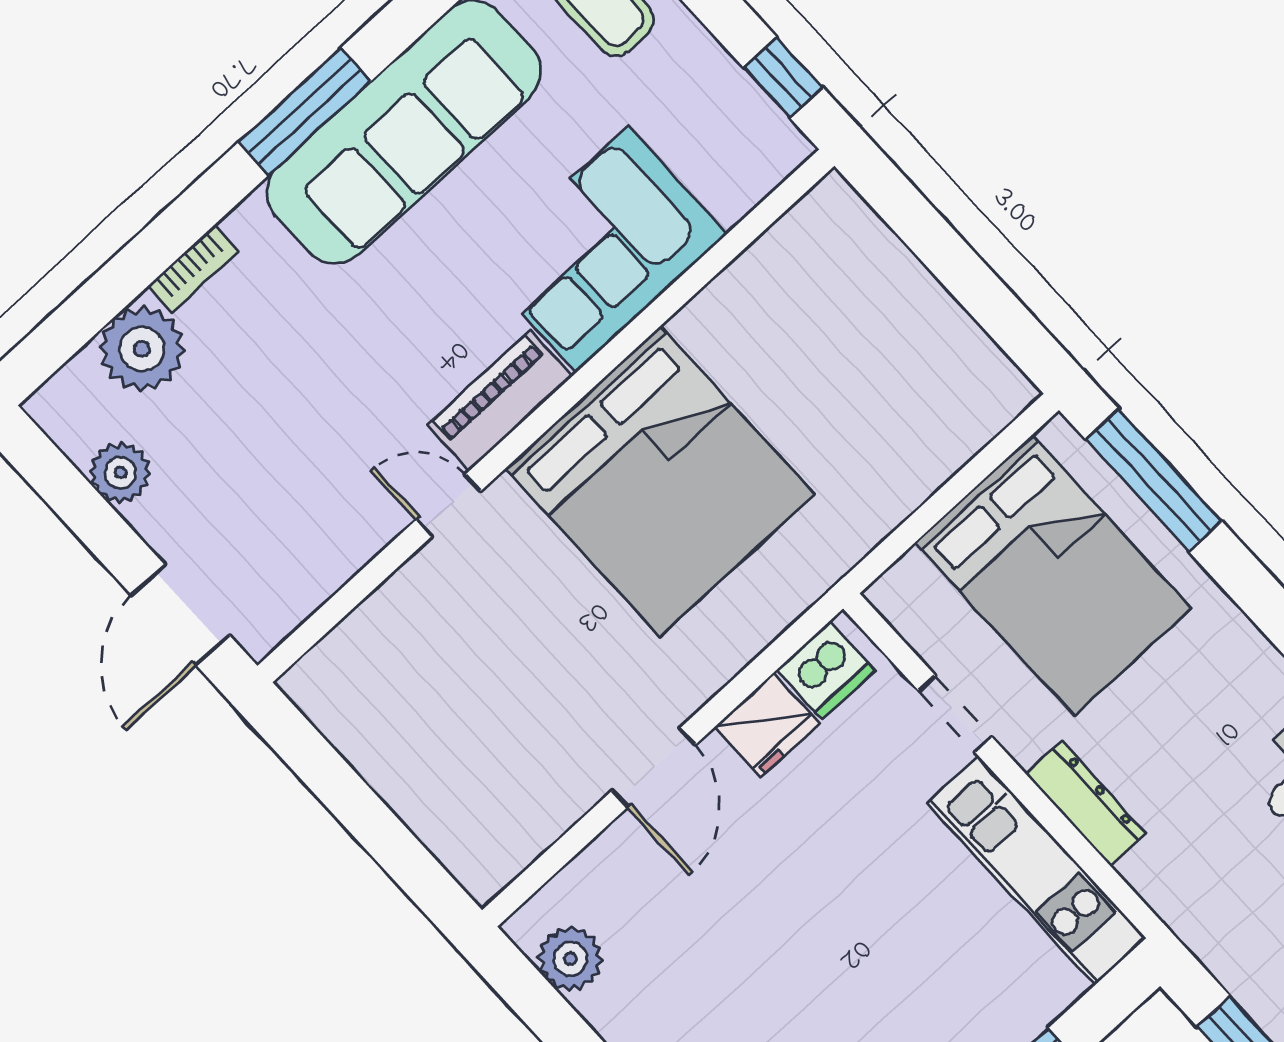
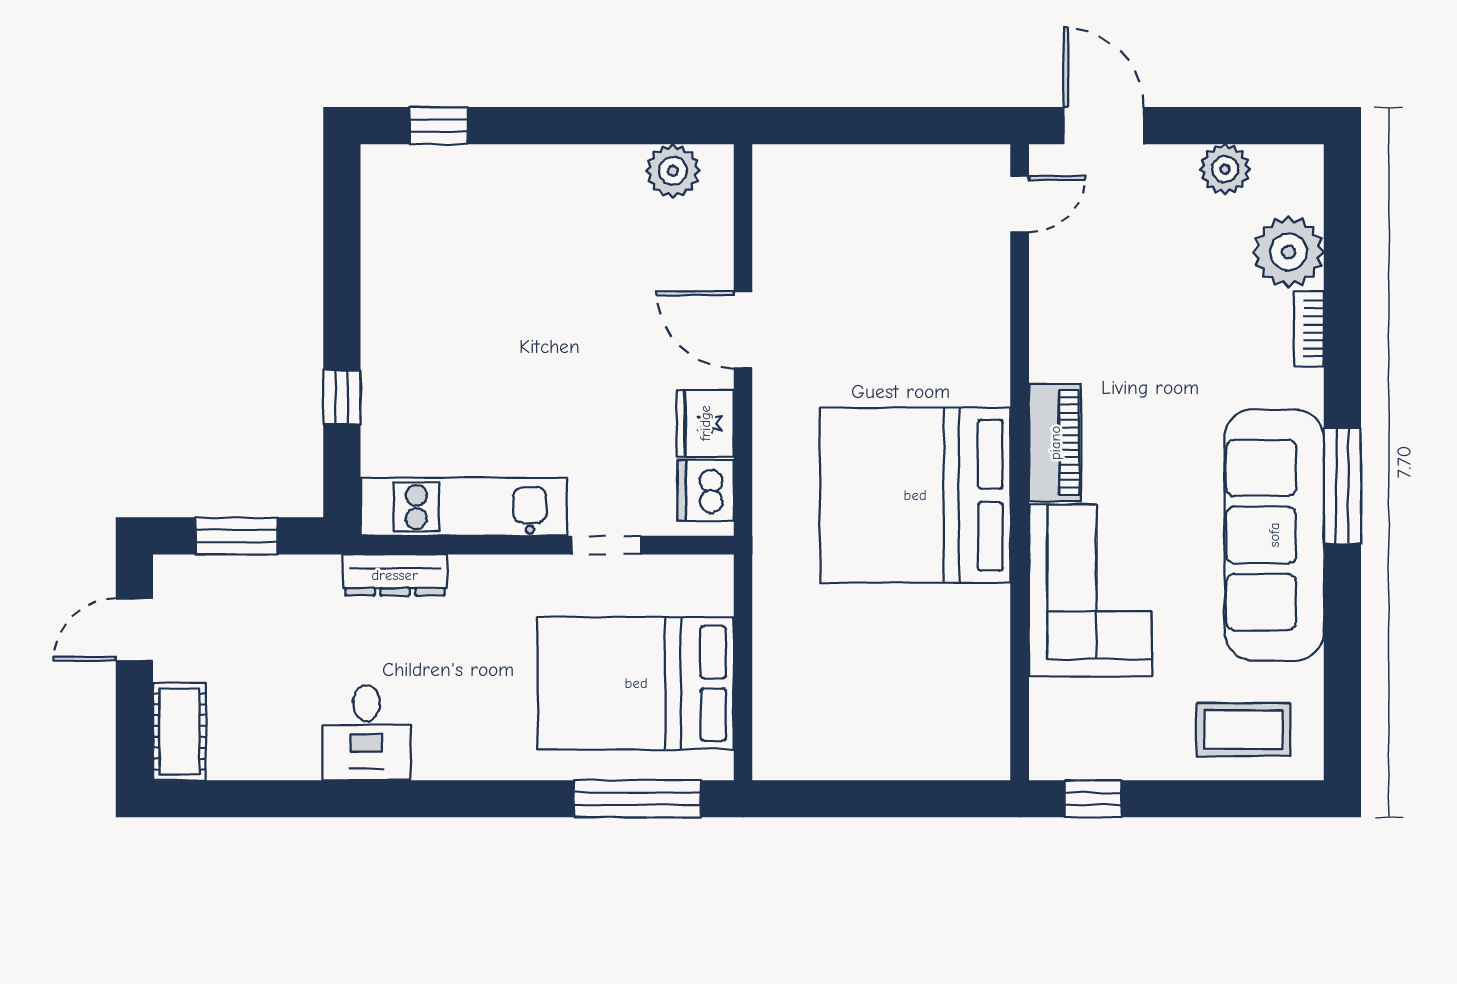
door: (449, 505) -> (1020, 204), moved
dresser: (1086, 803) -> (395, 575), moved

